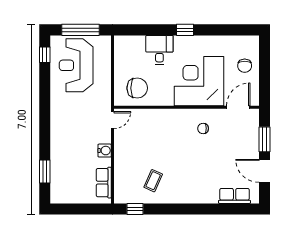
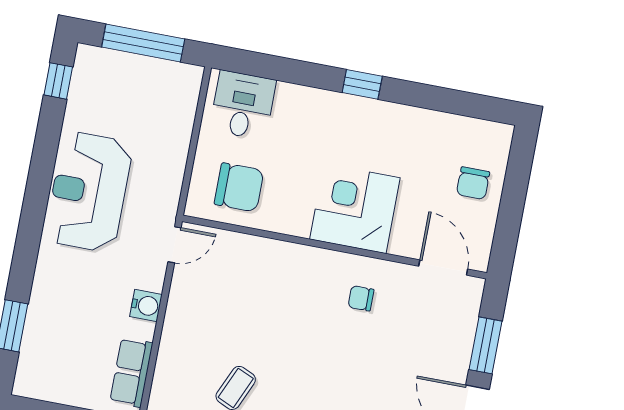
desk: (159, 50) -> (243, 105), moved
reception desk: (76, 65) -> (89, 192), moved
corner desk: (199, 81) -> (355, 208), width x0.74, depth x0.74
door: (238, 107) -> (443, 268), hinge flipped

